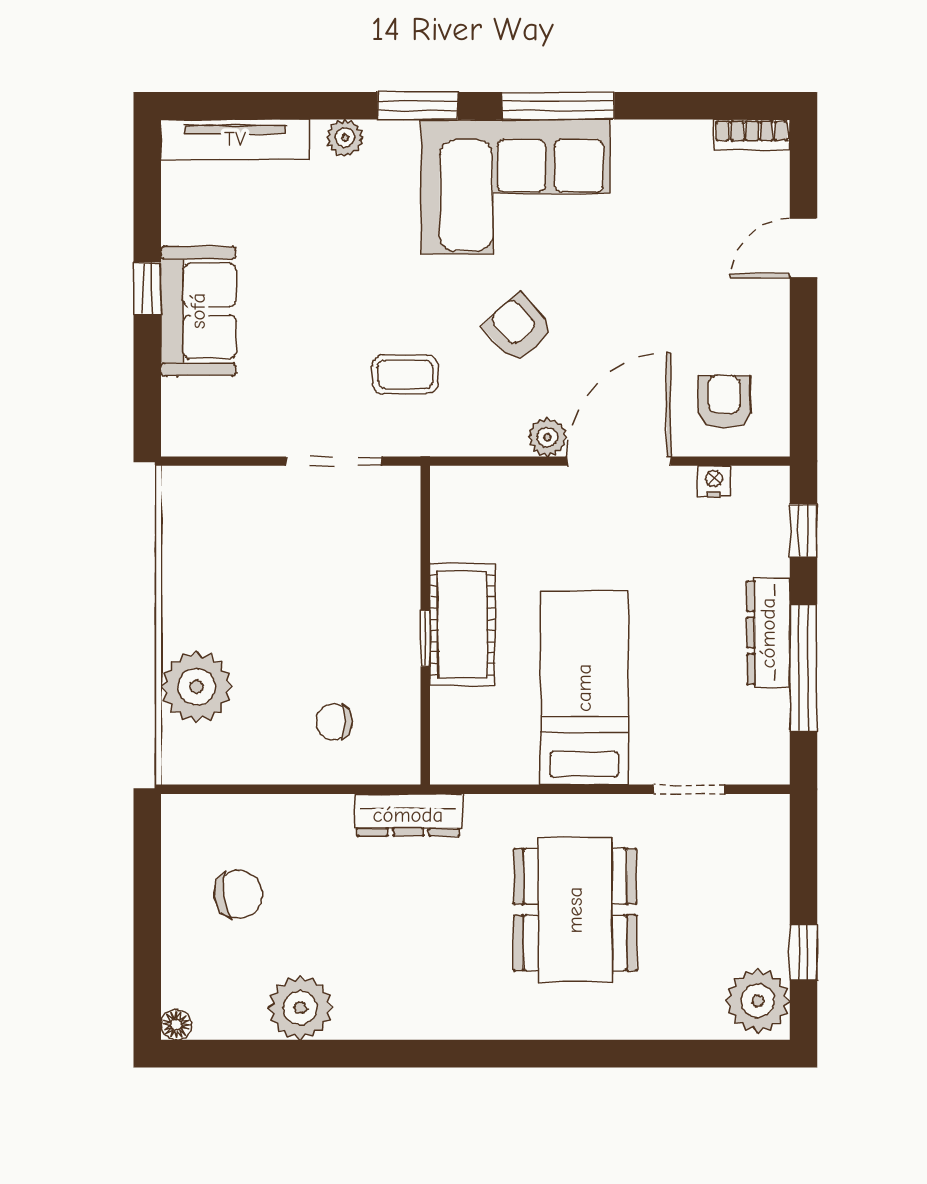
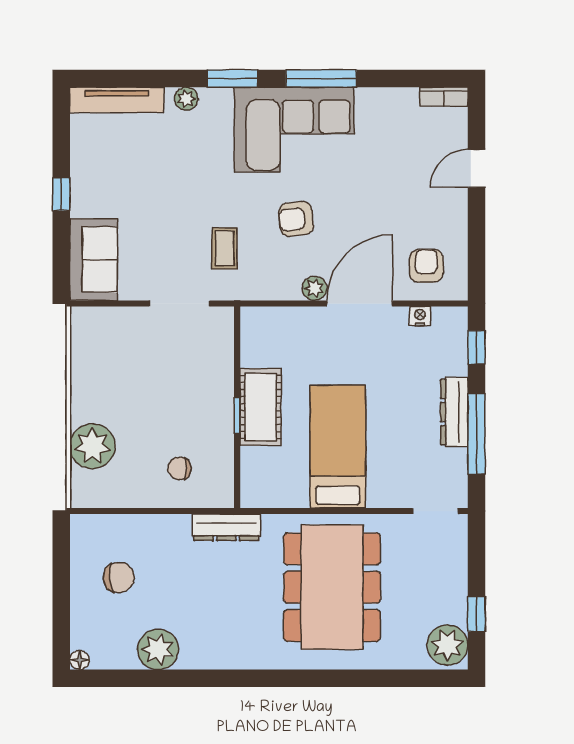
sofa: (198, 311) -> (94, 260), moved
armchair: (518, 328) -> (296, 219), turned -54
coffee table: (405, 374) -> (225, 248), turned 90
doorway: (689, 789) -> (435, 511), moved
dining table: (575, 910) -> (332, 587), width x1.36, depth x1.24

